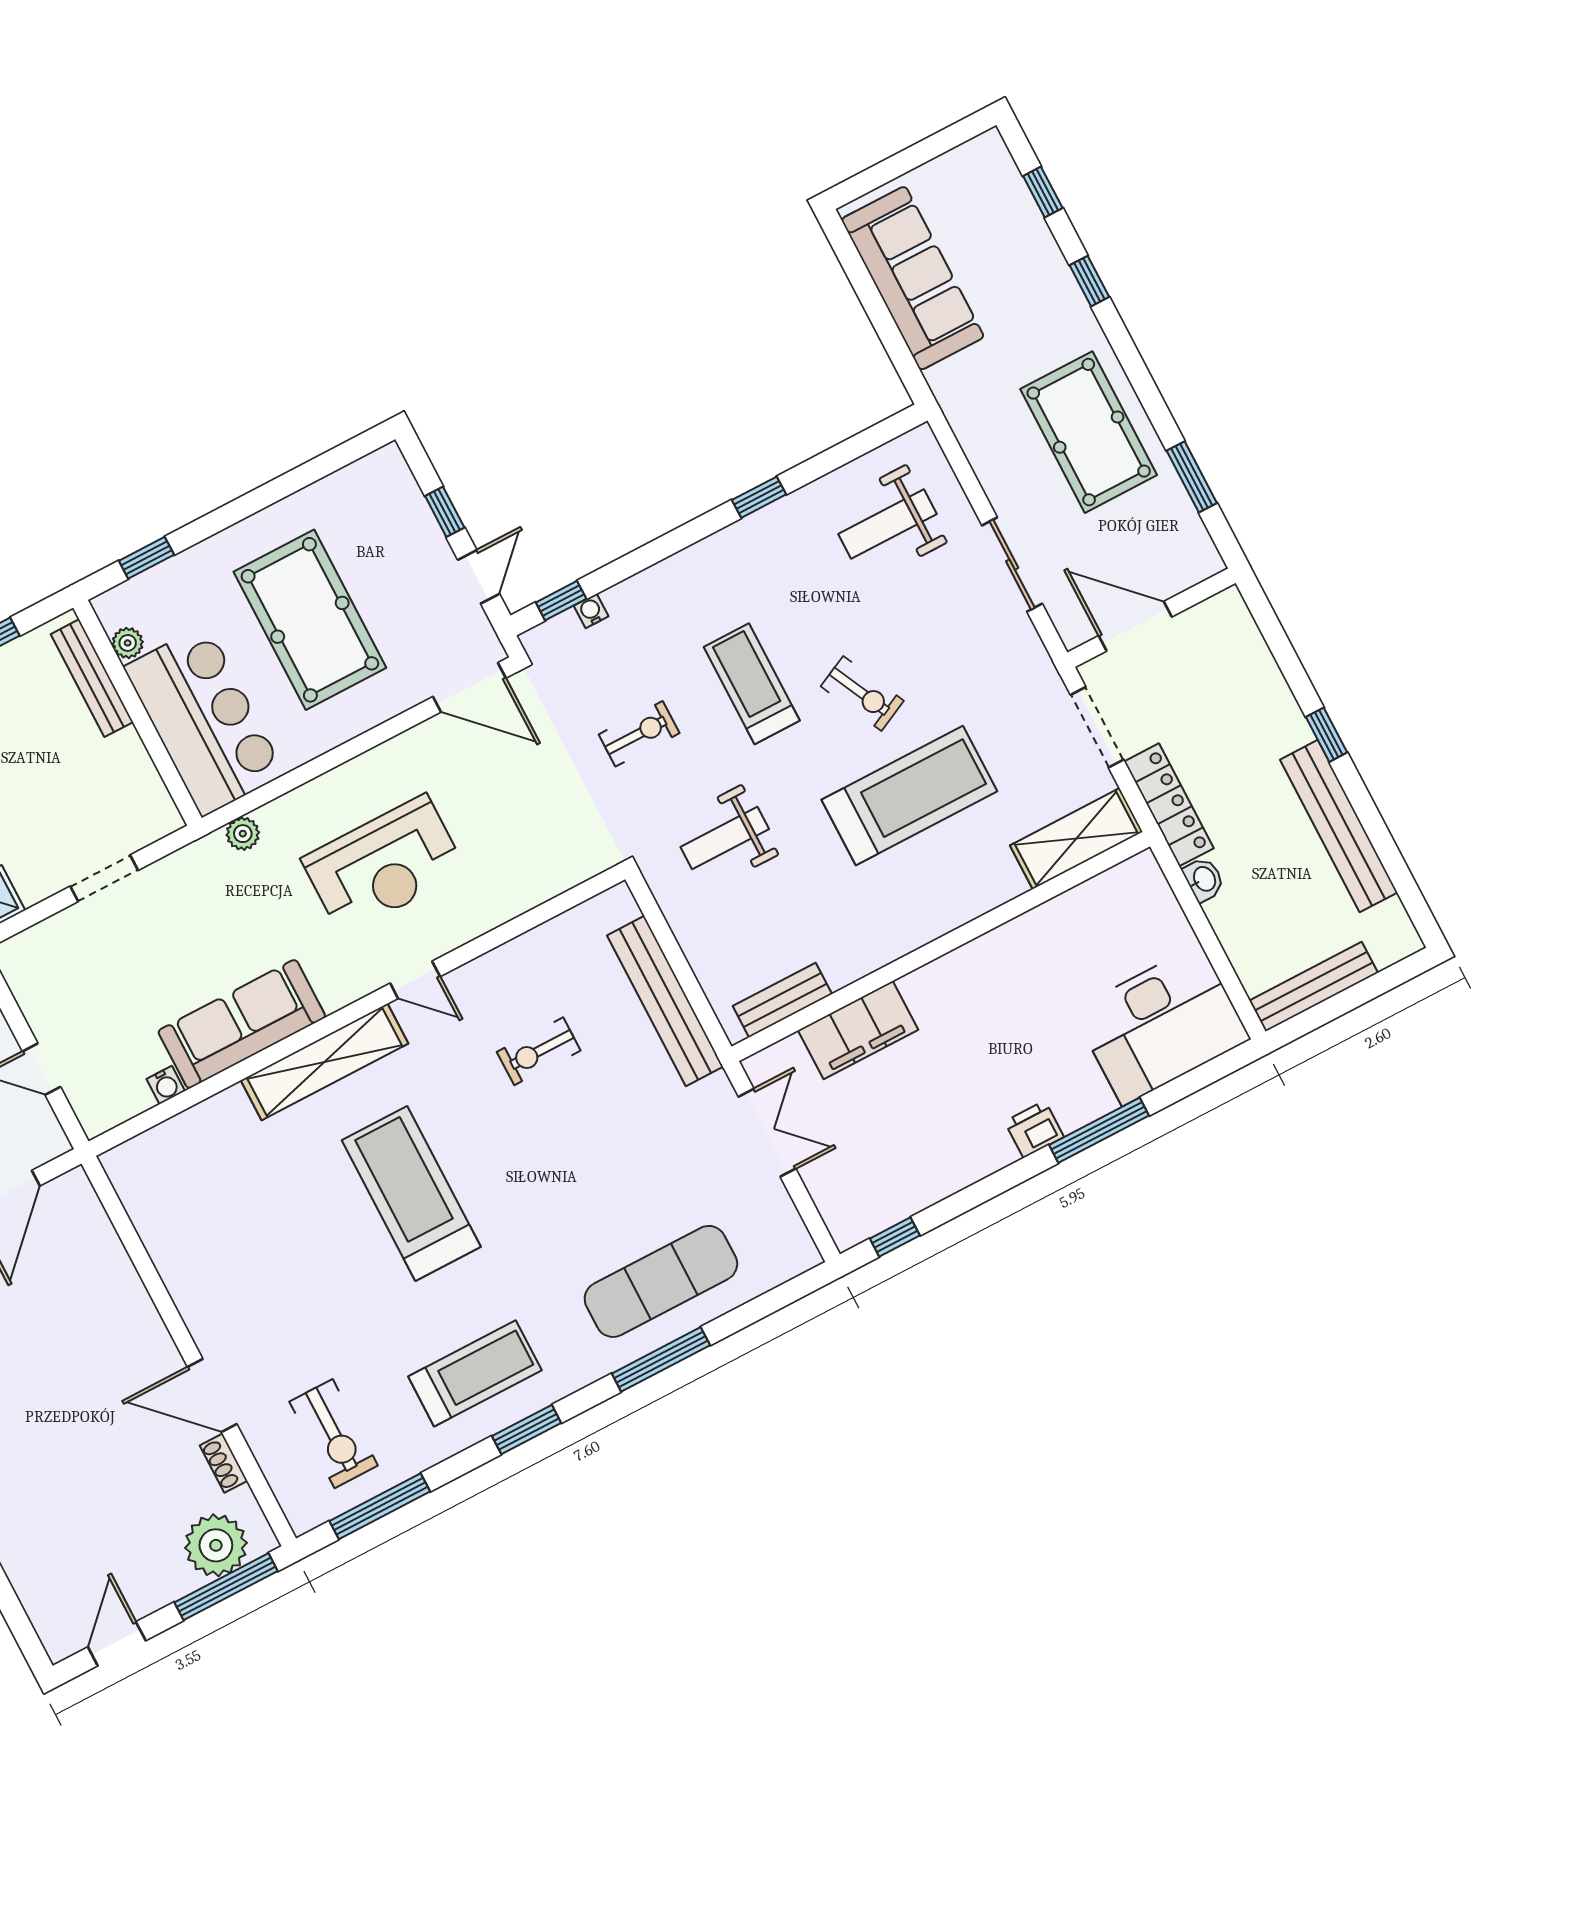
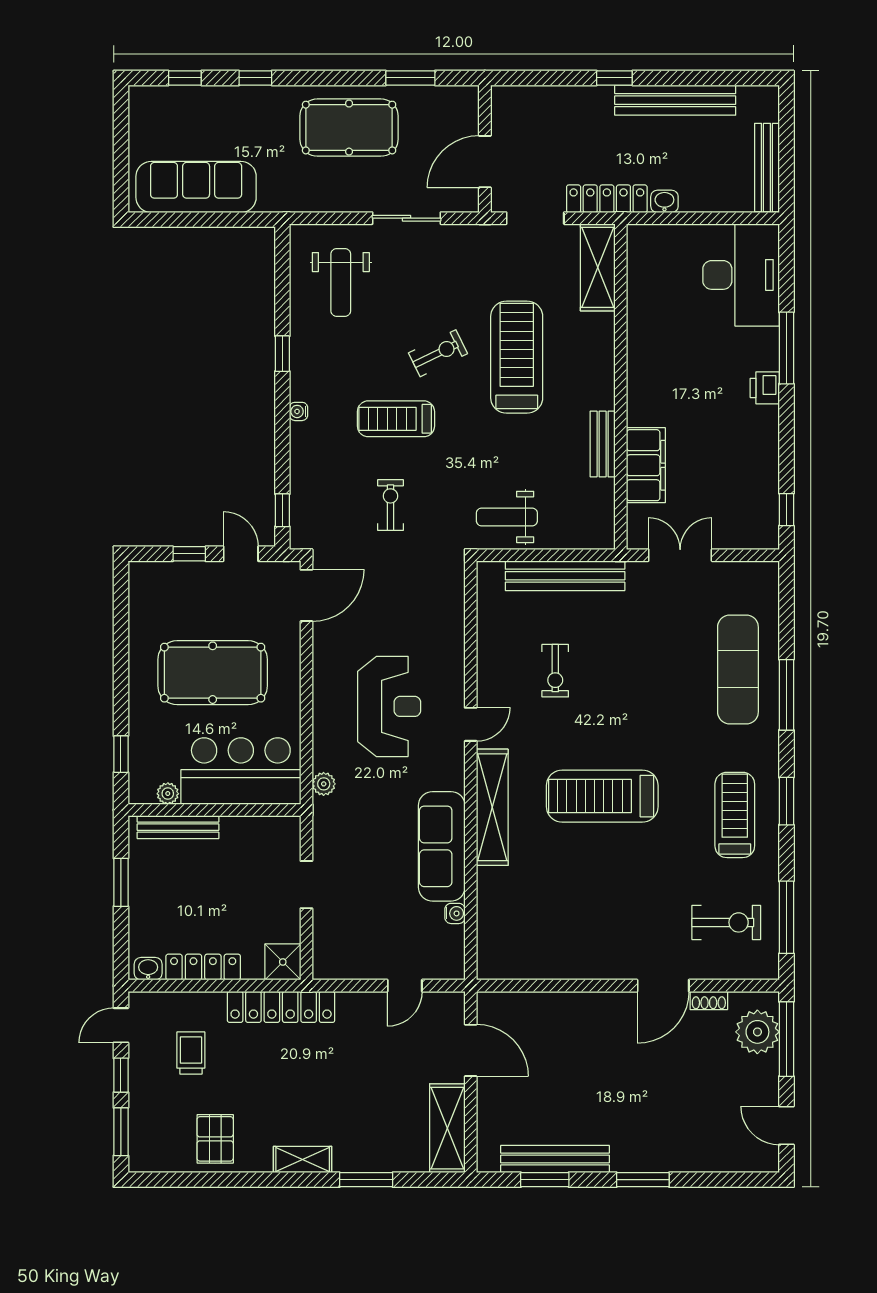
water cooler: (591, 611) -> (299, 411), moved
weight bench: (725, 838) -> (507, 517), moved, turned 90
bench: (782, 1000) -> (603, 444), moved

